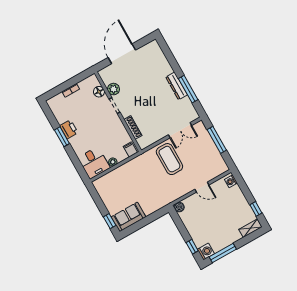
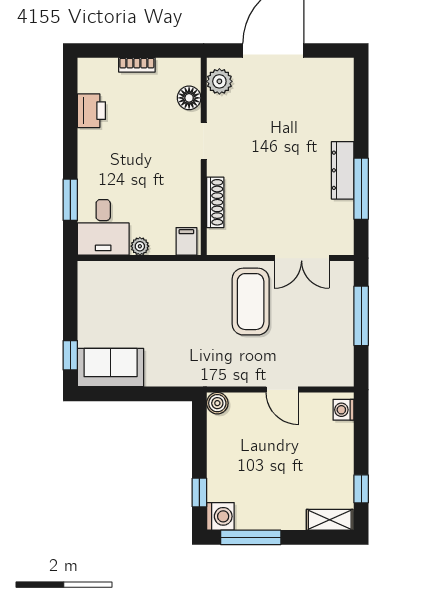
plant: (113, 89) -> (219, 81), moved
printer: (69, 129) -> (91, 111), moved
window: (62, 137) -> (70, 200), moved

